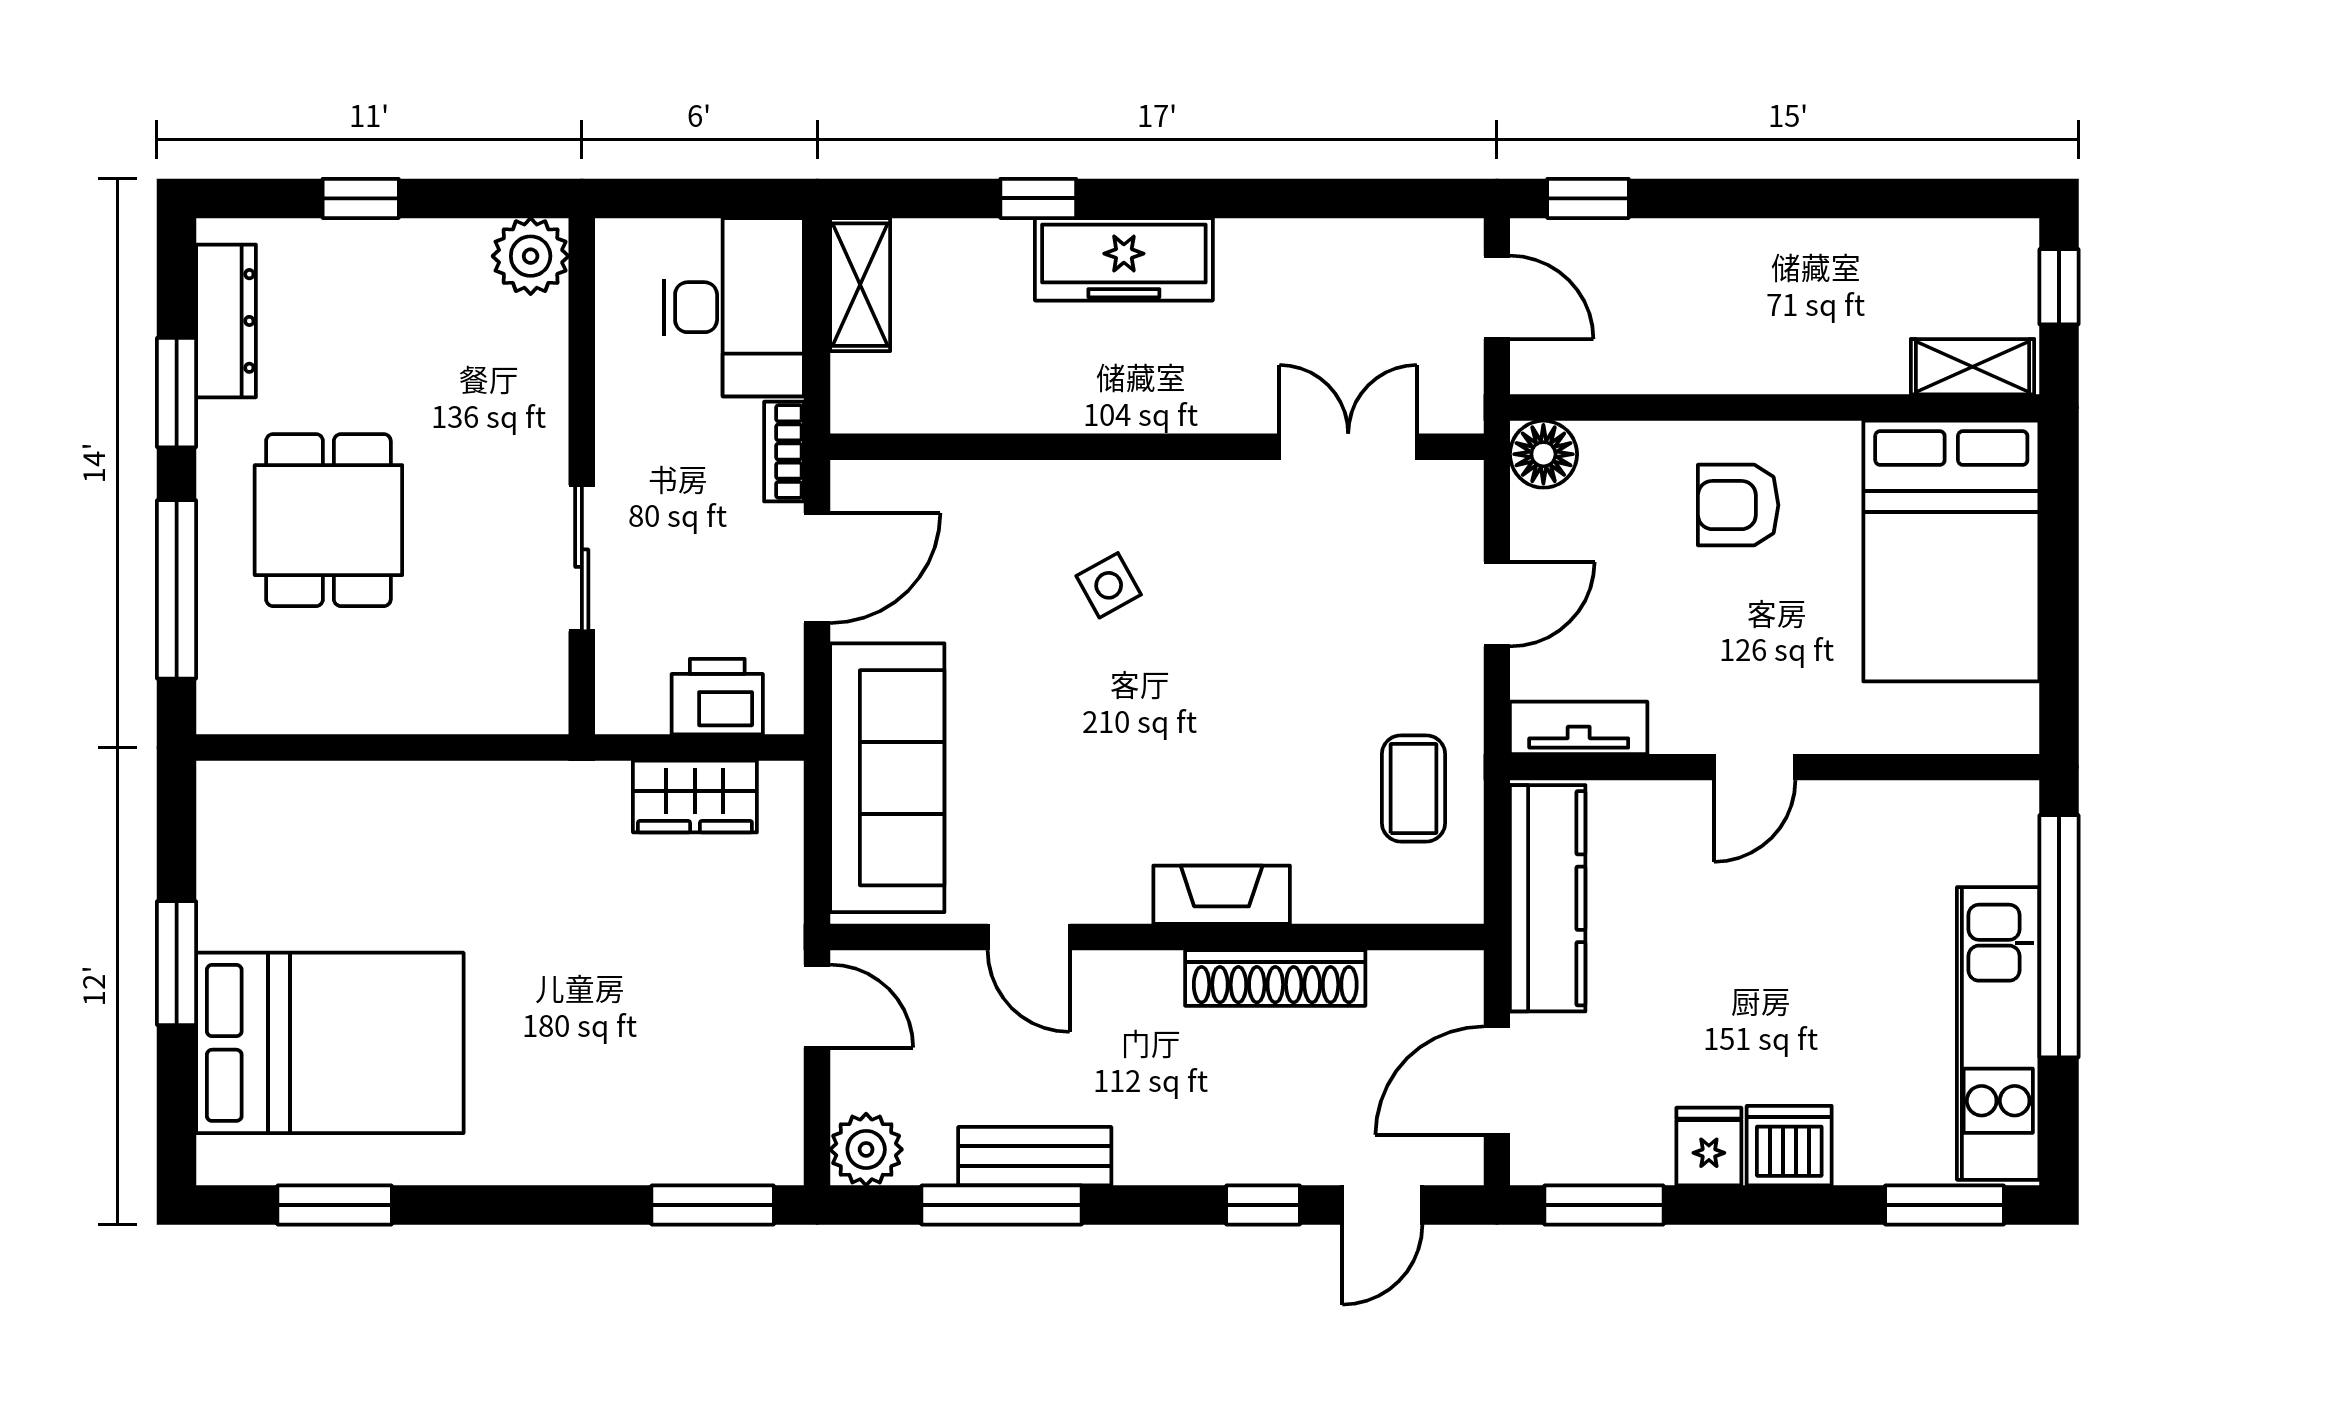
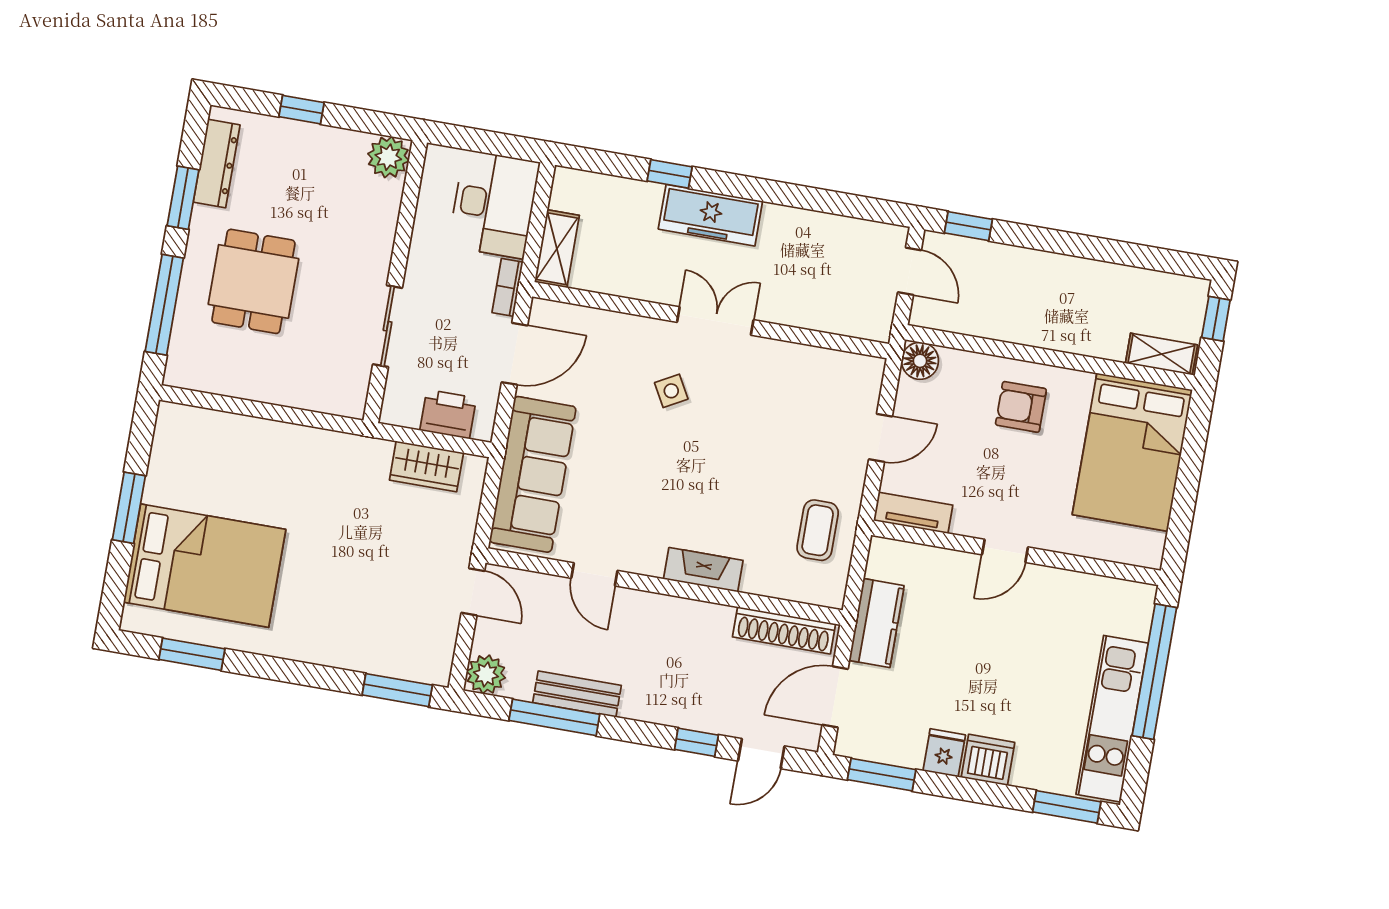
shelving: (860, 285) -> (557, 249), moved
double door: (1348, 447) -> (715, 321), moved
kitchen counter: (1548, 898) -> (877, 623), width x0.67
shoe rack: (1275, 978) -> (784, 630), moved

